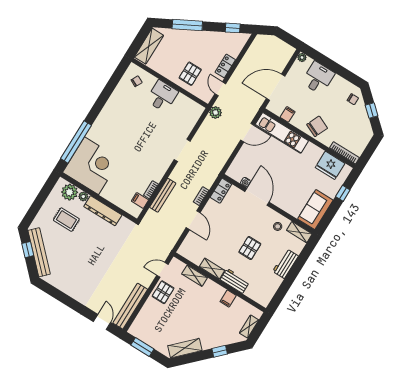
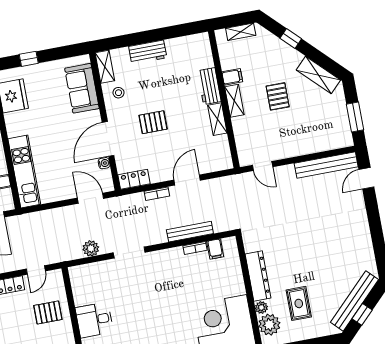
plant: (216, 113) -> (91, 248), moved
door: (247, 133) -> (90, 198), moved
sofa: (315, 210) -> (82, 88), moved, turned 90
pallet: (250, 248) -> (153, 122), moved
shelving: (195, 276) -> (234, 101), moved
pallet: (163, 292) -> (278, 96), moved, turned 90

